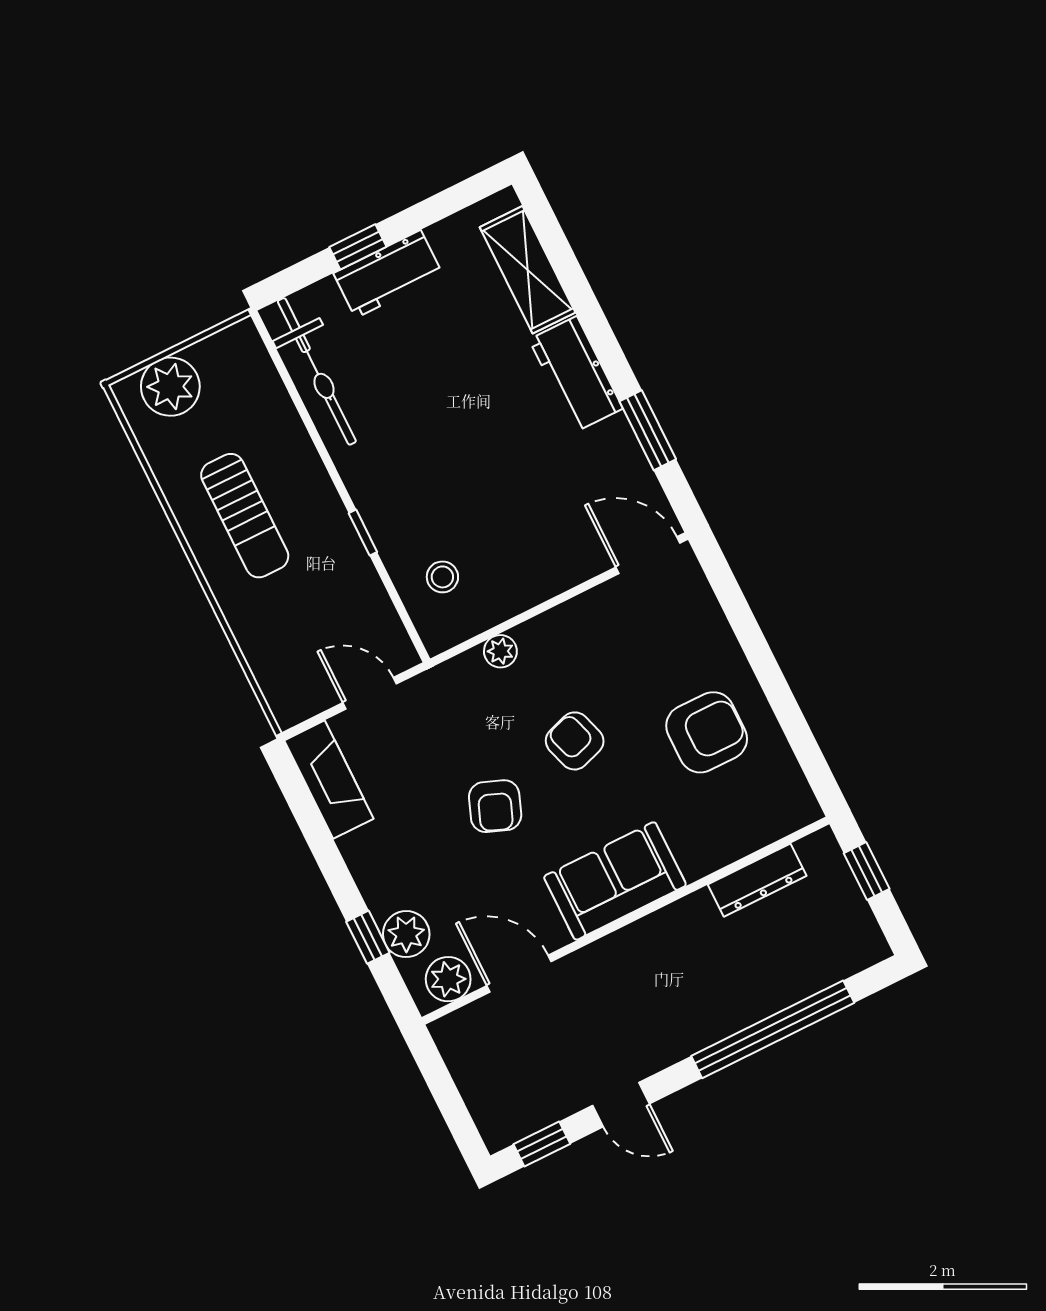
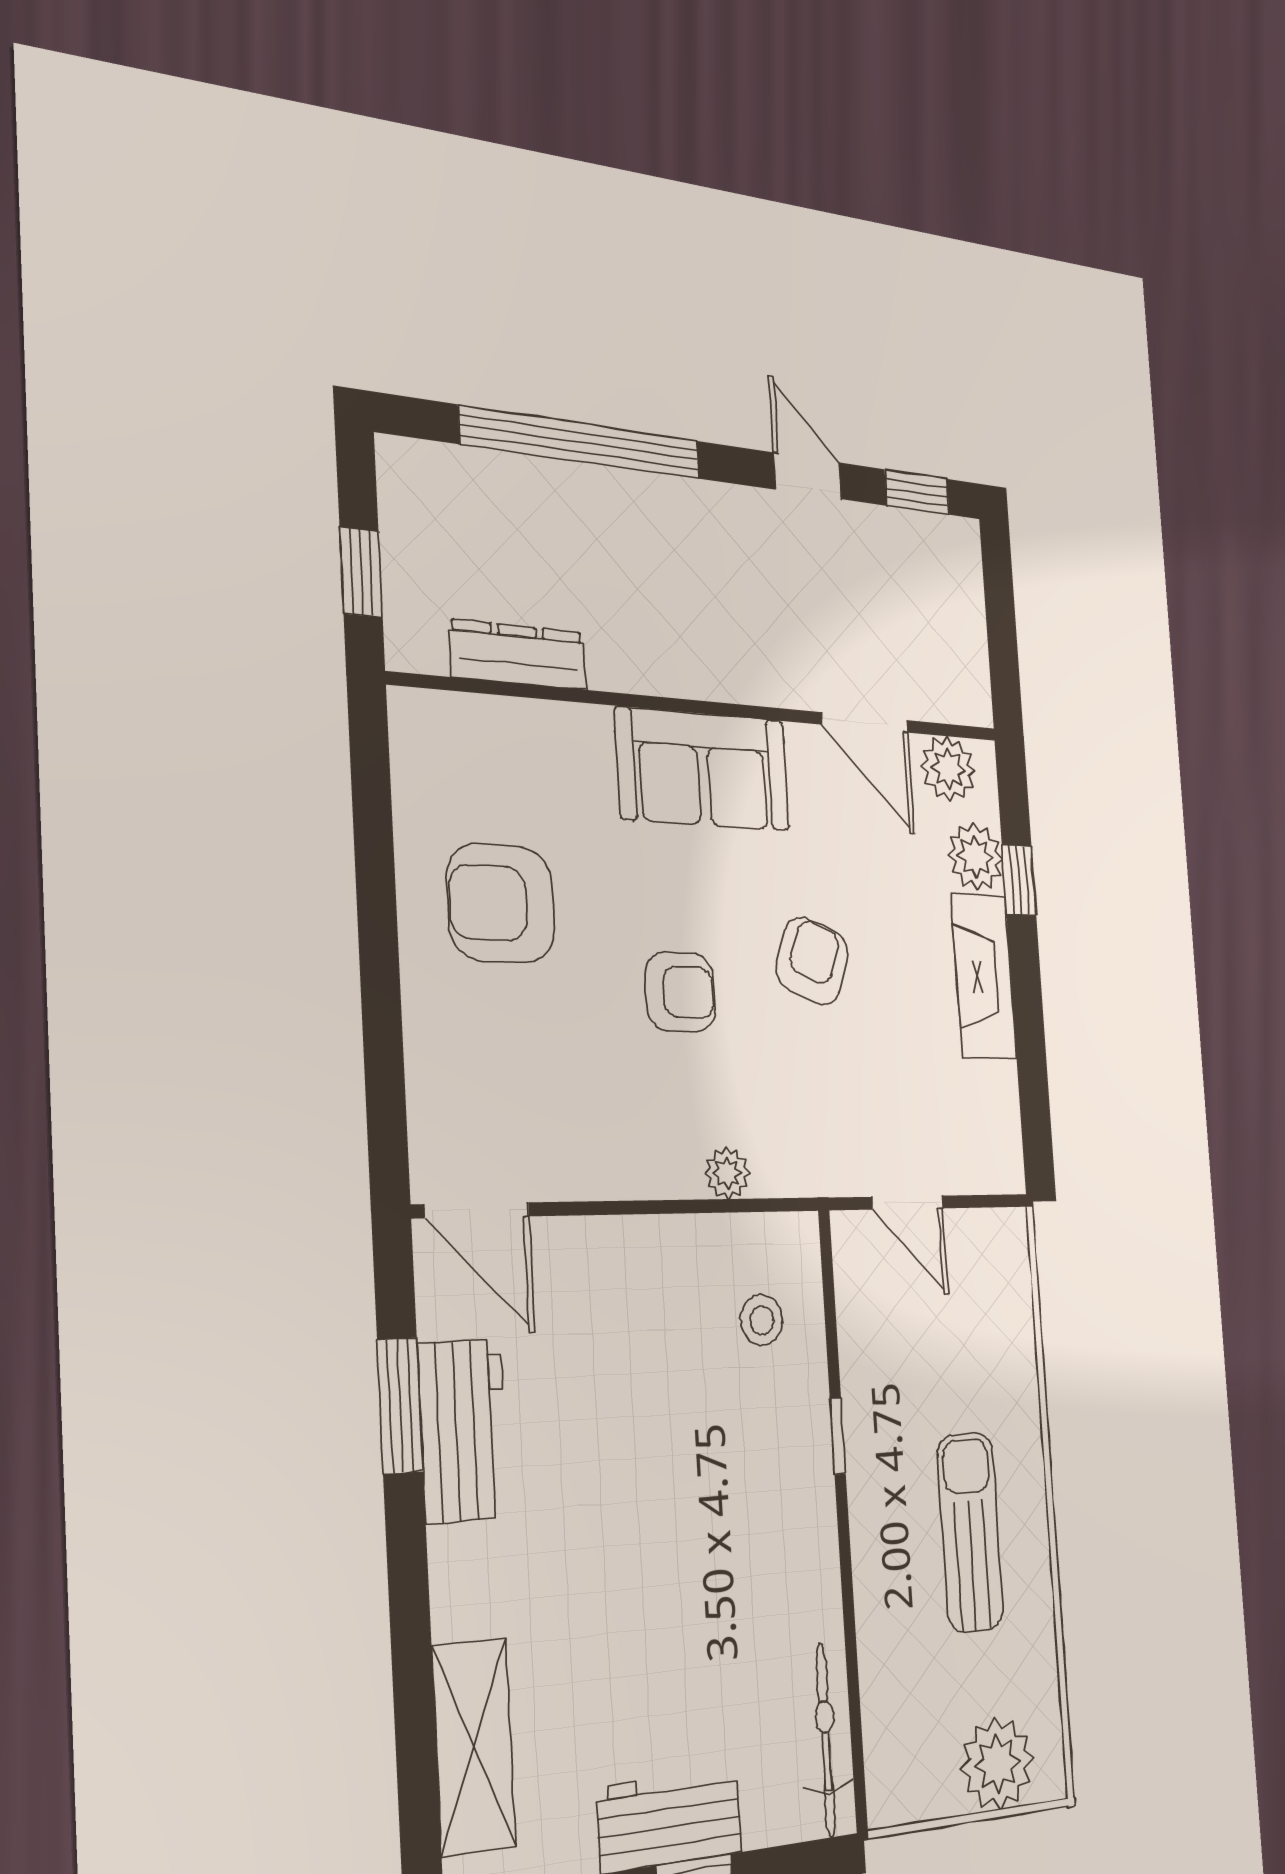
bicycle: (317, 371) -> (826, 1740), width x0.73, depth x0.71
workbench: (576, 374) -> (463, 1431), moved
armchair: (575, 741) -> (680, 992), turned -72
fireplace: (329, 780) -> (984, 977), moved

